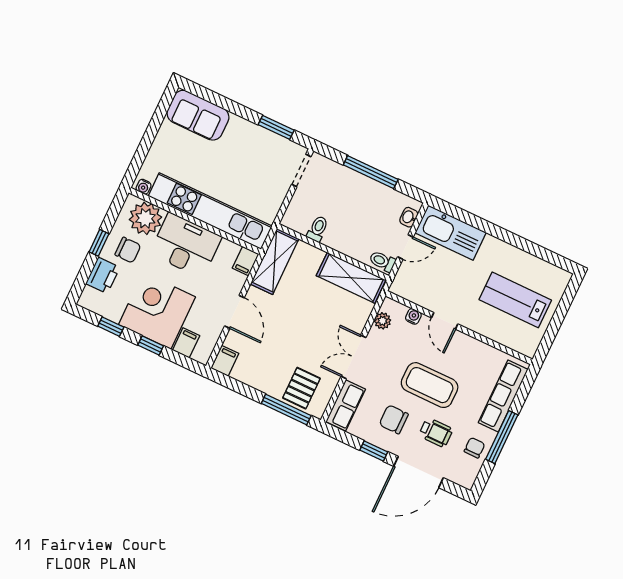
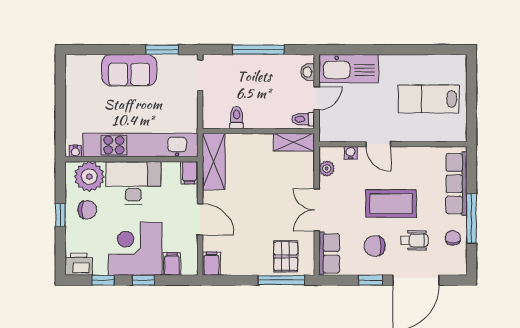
sofa: (198, 115) -> (129, 70), moved
printer: (103, 275) -> (79, 264), moved, turned -90
shelving: (351, 278) -> (294, 142), width x0.67, depth x0.75

